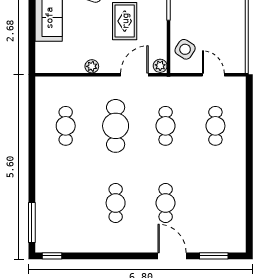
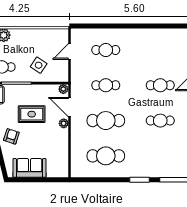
side table: (185, 49) -> (39, 65), moved
plant: (92, 66) -> (64, 123), moved
cafe table: (66, 126) -> (106, 156), width x1.37, depth x1.35
window: (32, 174) -> (139, 180), added

